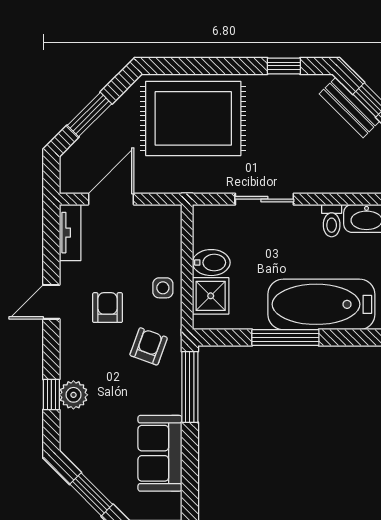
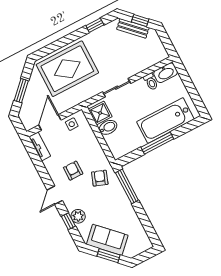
side table: (163, 288) -> (72, 124), moved
shower: (211, 296) -> (100, 113), moved
door: (51, 302) -> (55, 195), moved
sofa: (160, 453) -> (107, 240), moved, turned 135

